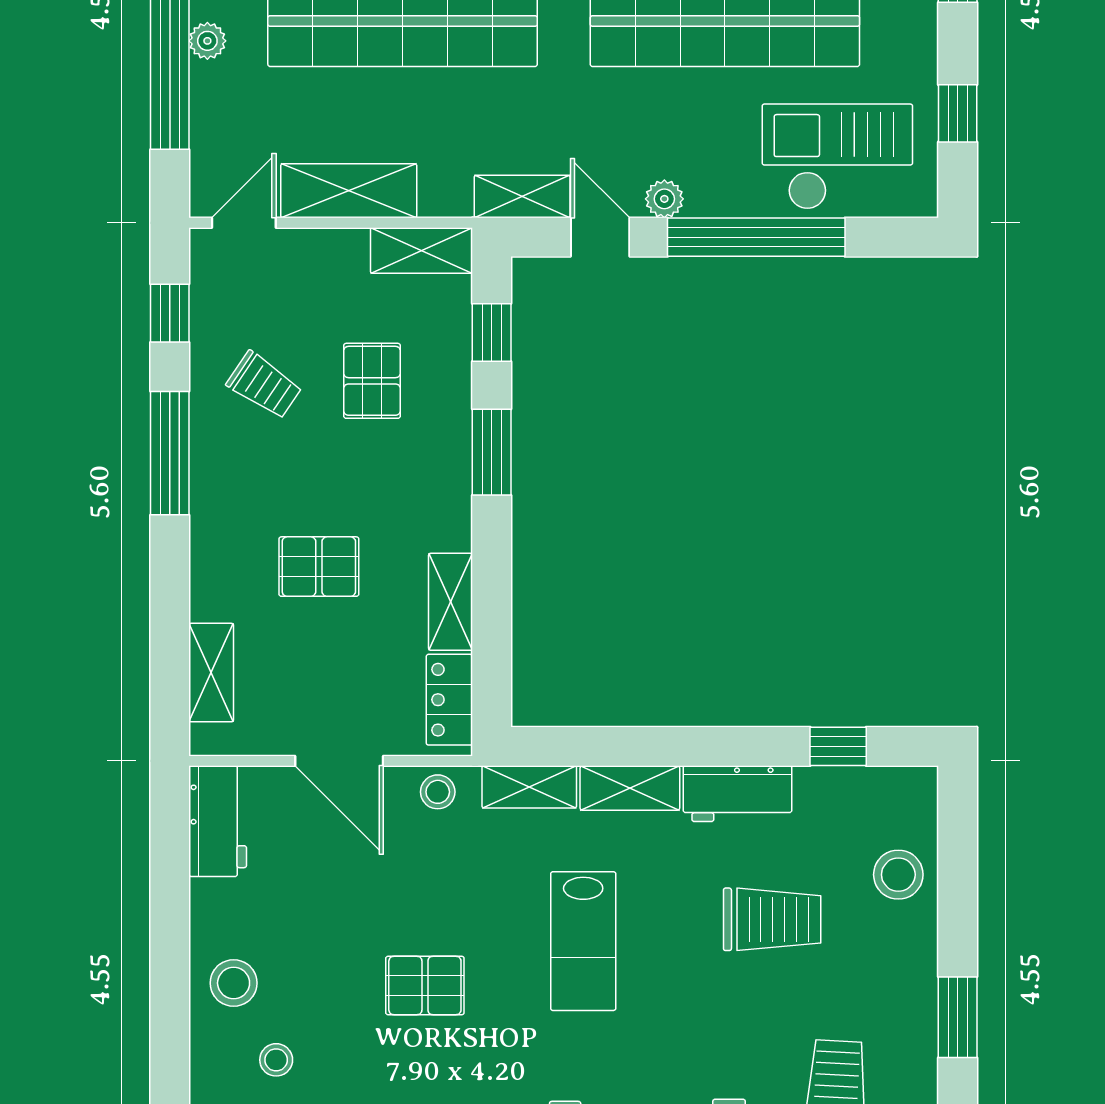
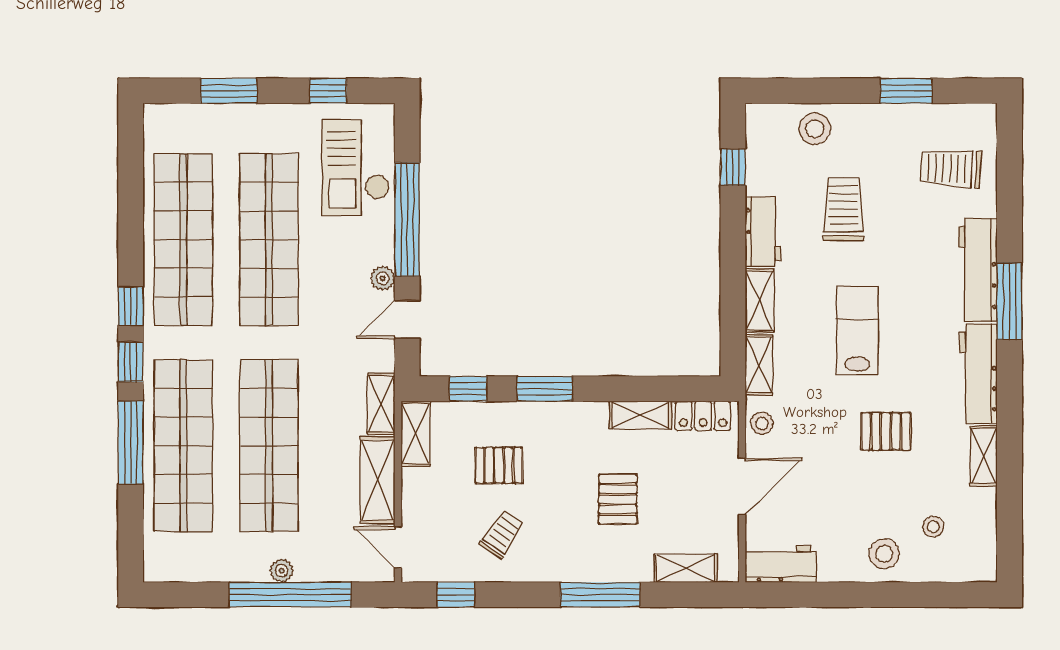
shelving: (522, 196) -> (381, 404), moved
window: (170, 453) -> (600, 595), moved
lab bench: (583, 941) -> (857, 330), turned -90
pallet: (425, 986) -> (886, 431), turned 90

